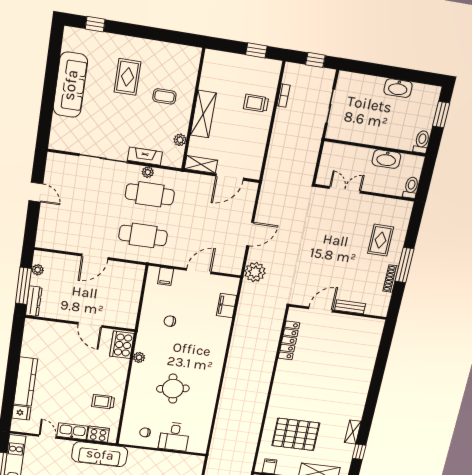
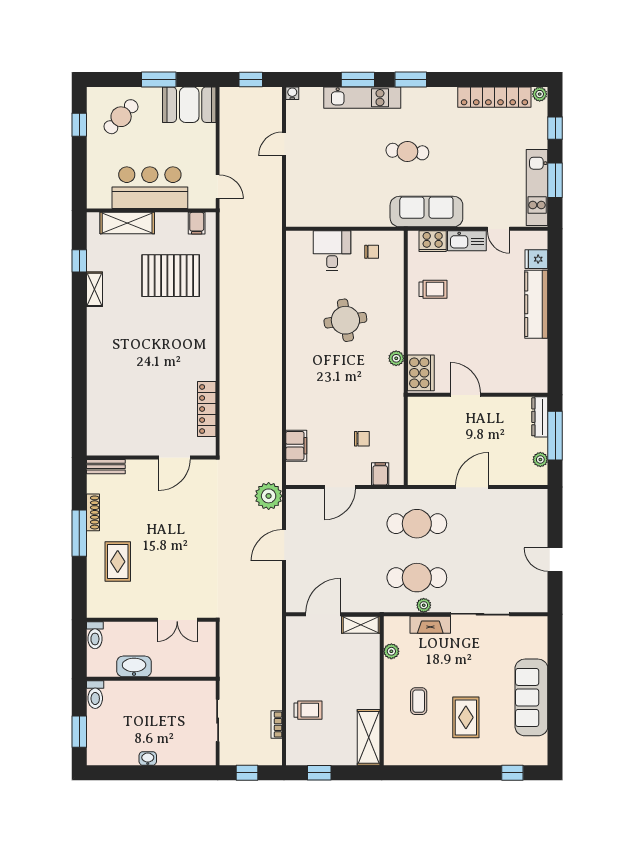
washbasin: (398, 88) -> (148, 758), width x0.52, depth x0.69
coffee table: (164, 96) -> (419, 701), turned 90
shelving: (203, 114) -> (369, 737), moved
bench: (350, 307) -> (106, 467), moved
chair: (170, 321) -> (362, 439), moved

